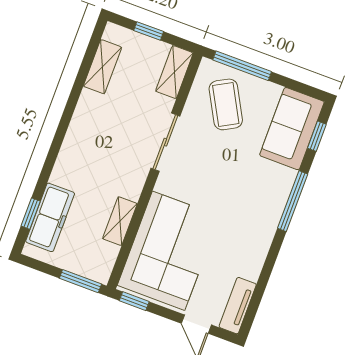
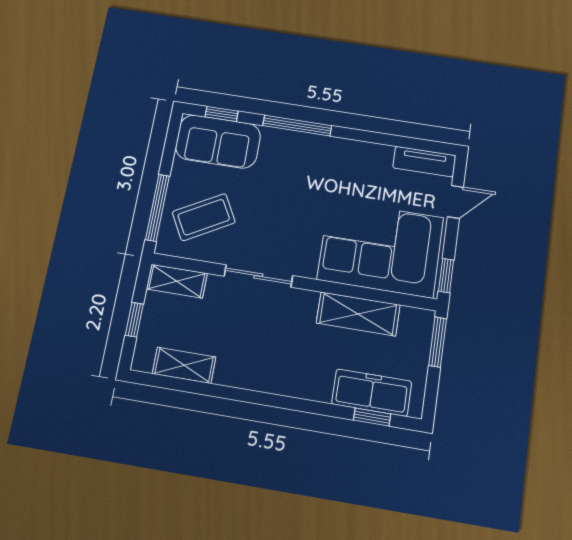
shelving: (120, 221) -> (358, 314), width x1.50, depth x1.33

